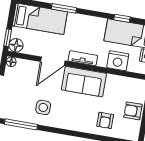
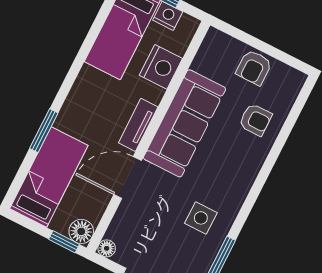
window: (122, 18) -> (91, 37), removed
door: (53, 61) -> (128, 177), swing flipped
sofa: (84, 82) -> (184, 123), width x1.36

